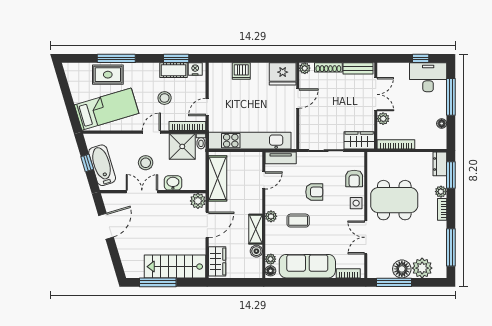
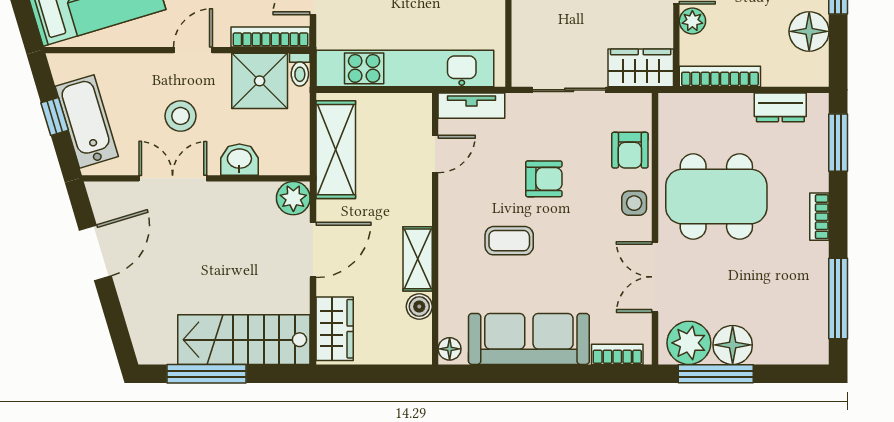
floor lamp: (442, 123) -> (809, 31), width x1.89, depth x1.89
dresser: (440, 164) -> (780, 107), moved, turned -90
plant: (441, 192) -> (817, 178), removed
plant: (271, 216) -> (451, 232), removed
plant: (271, 259) -> (450, 324), removed
plant: (422, 268) -> (689, 343), moved

